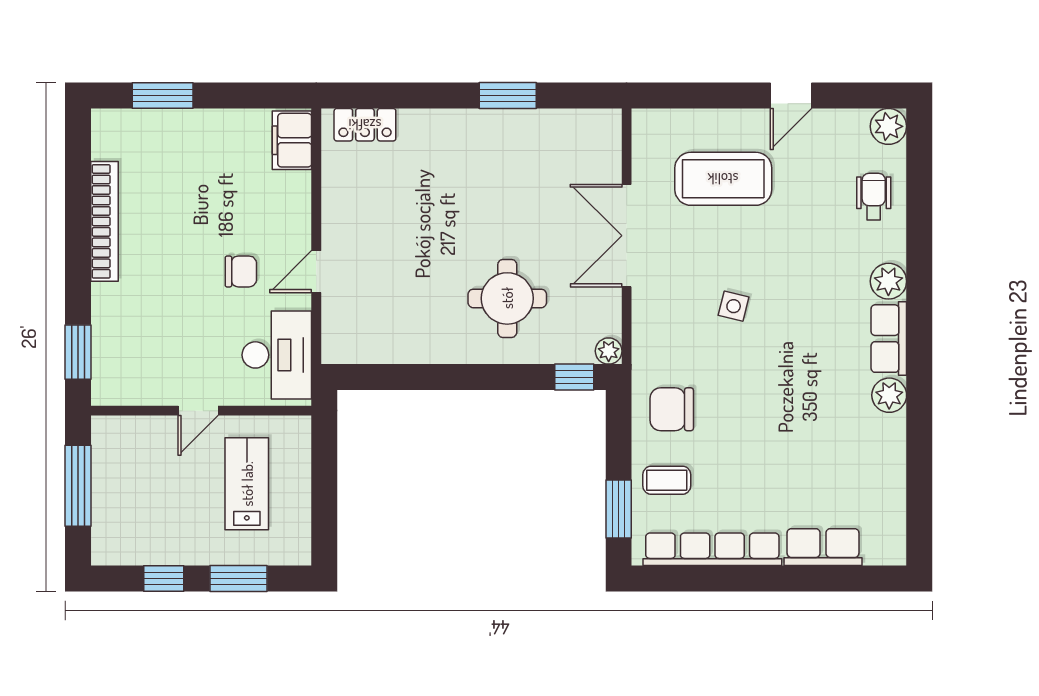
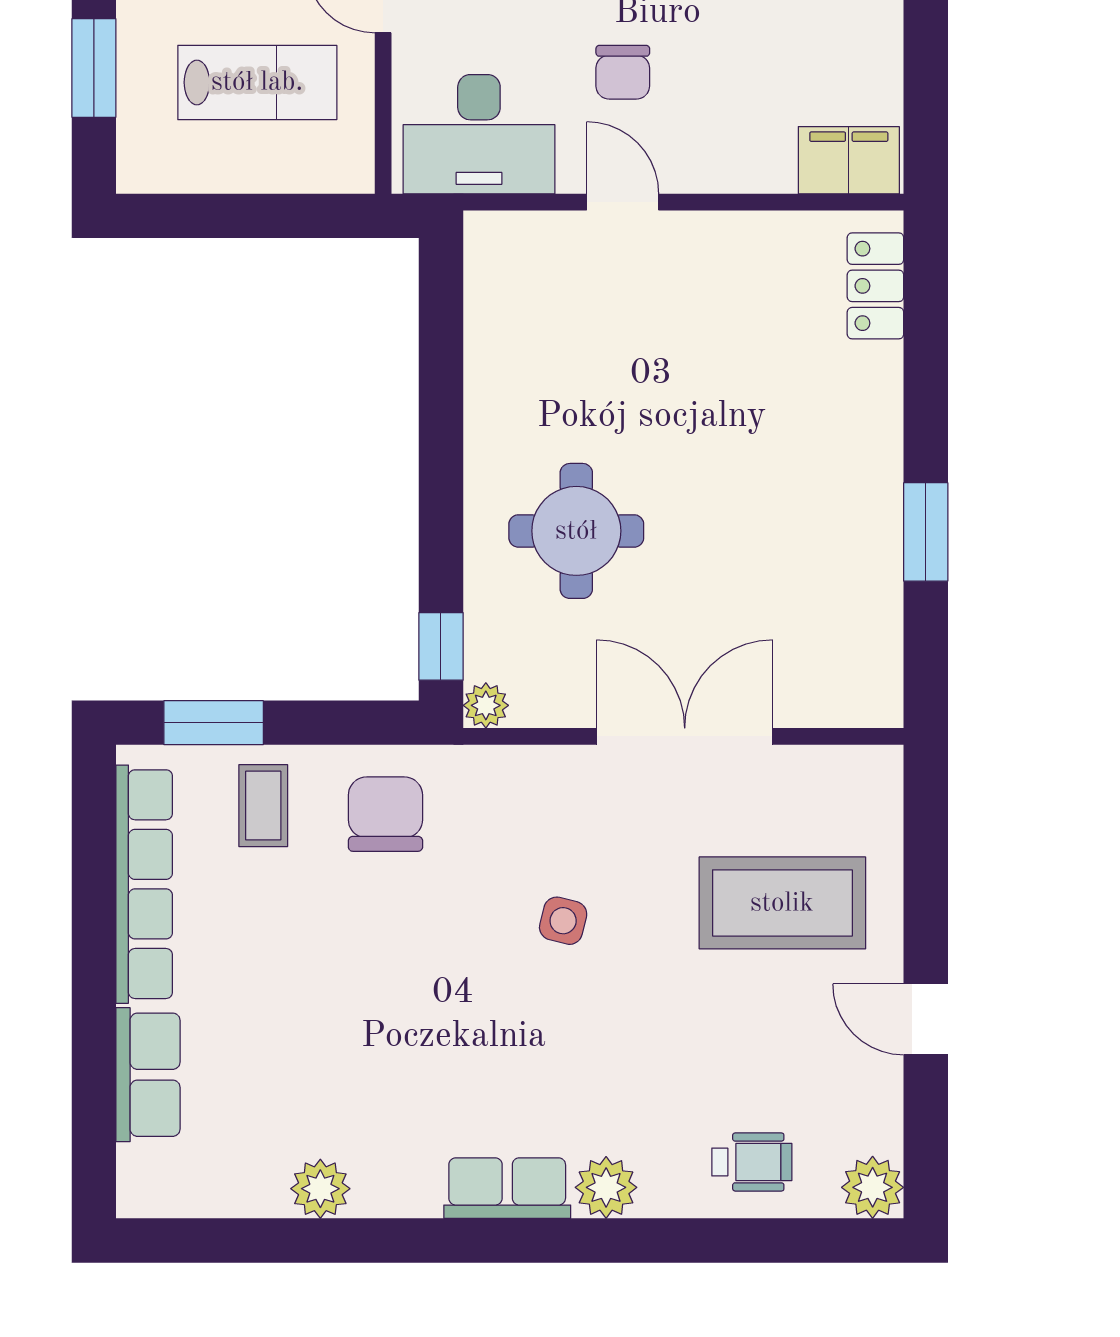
coffee table: (723, 179) -> (782, 903), turned 90
plant: (889, 395) -> (320, 1189), moved

